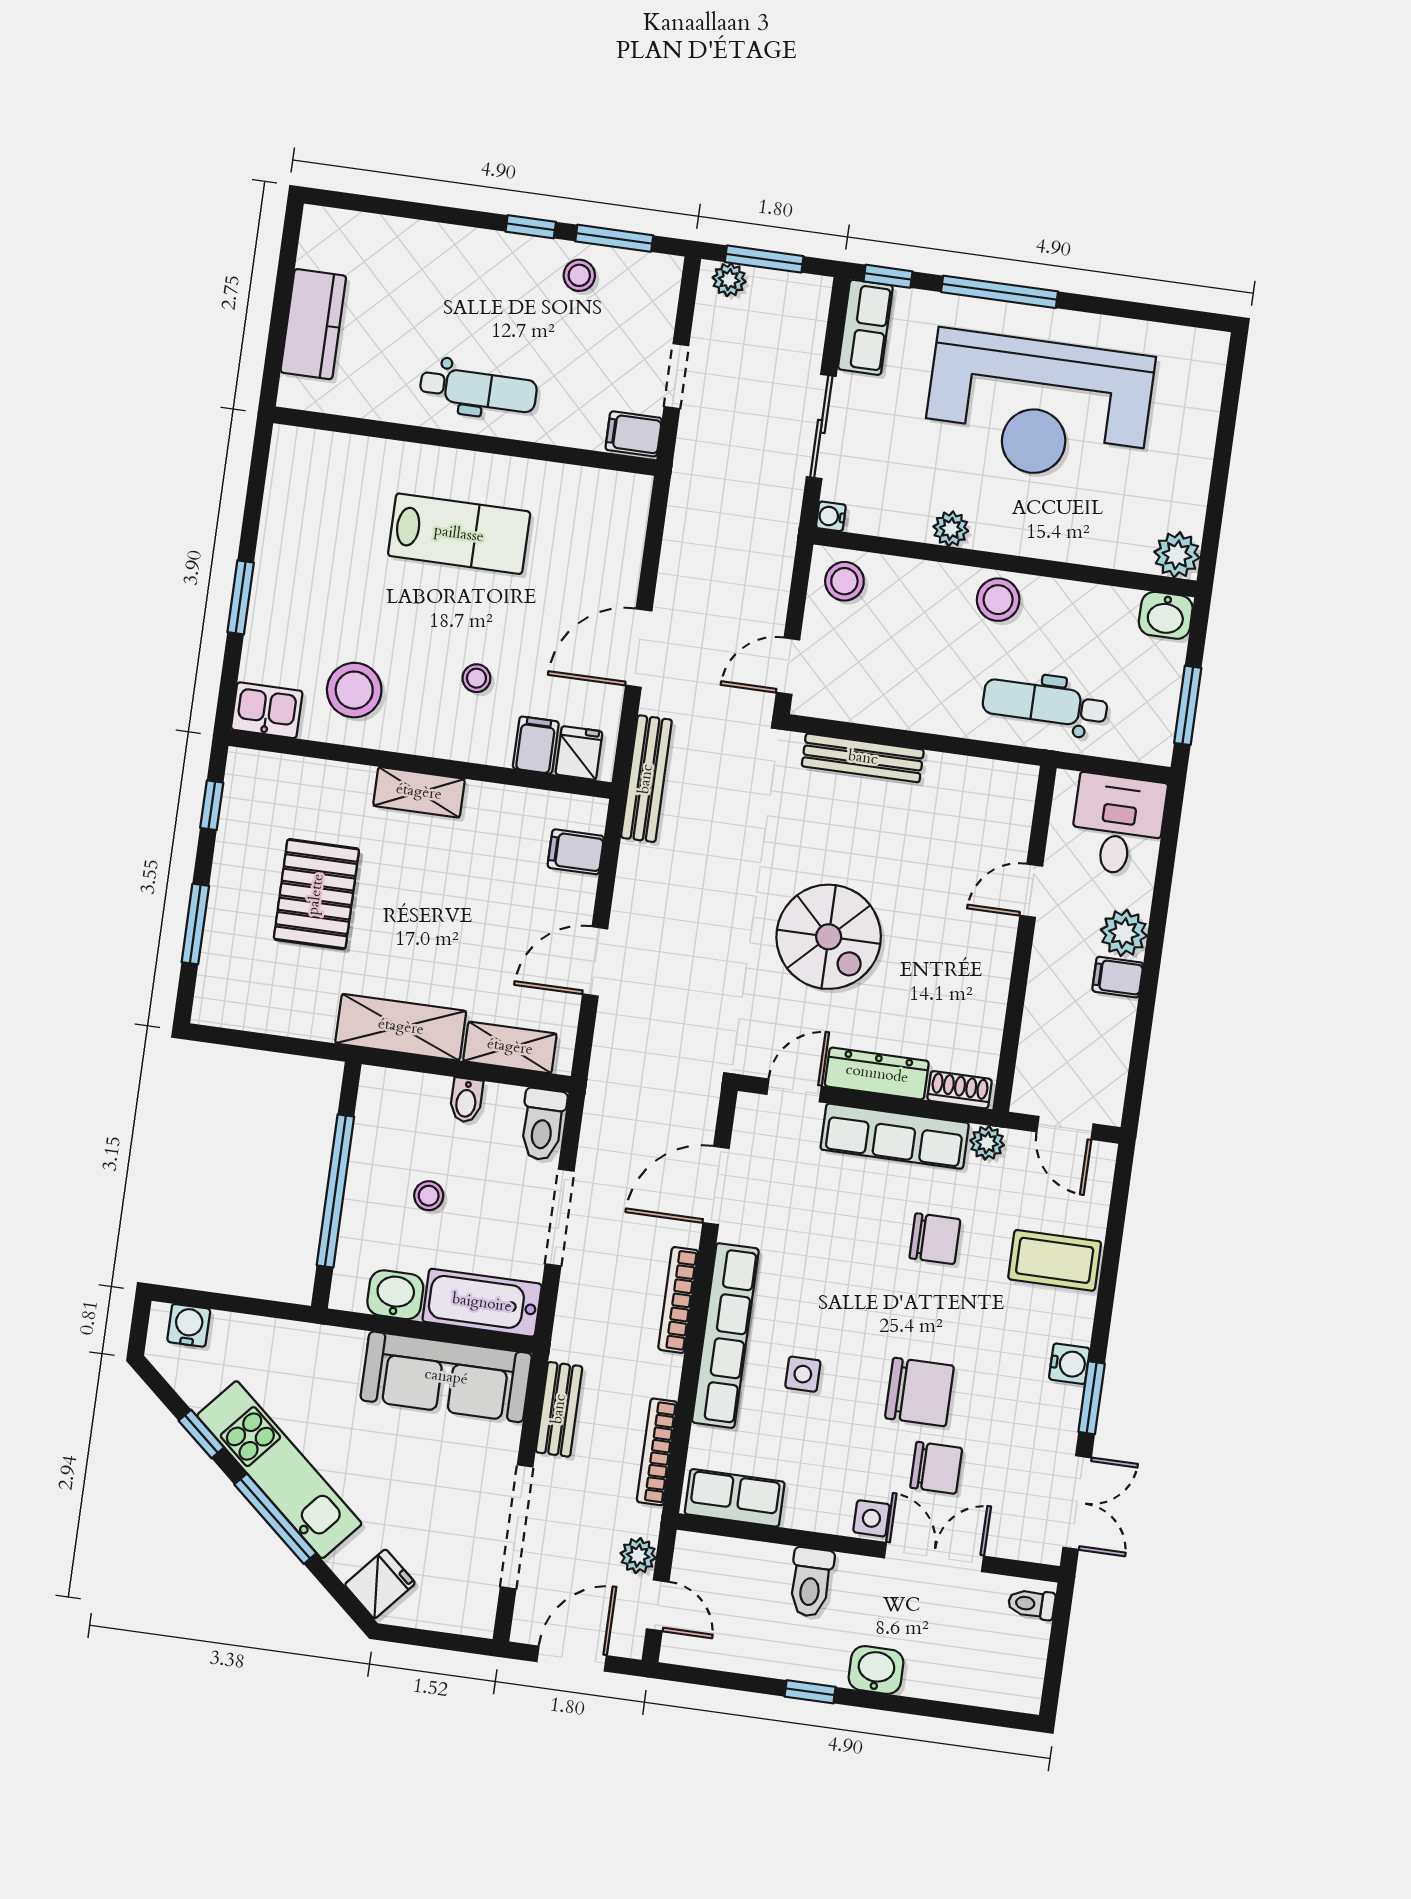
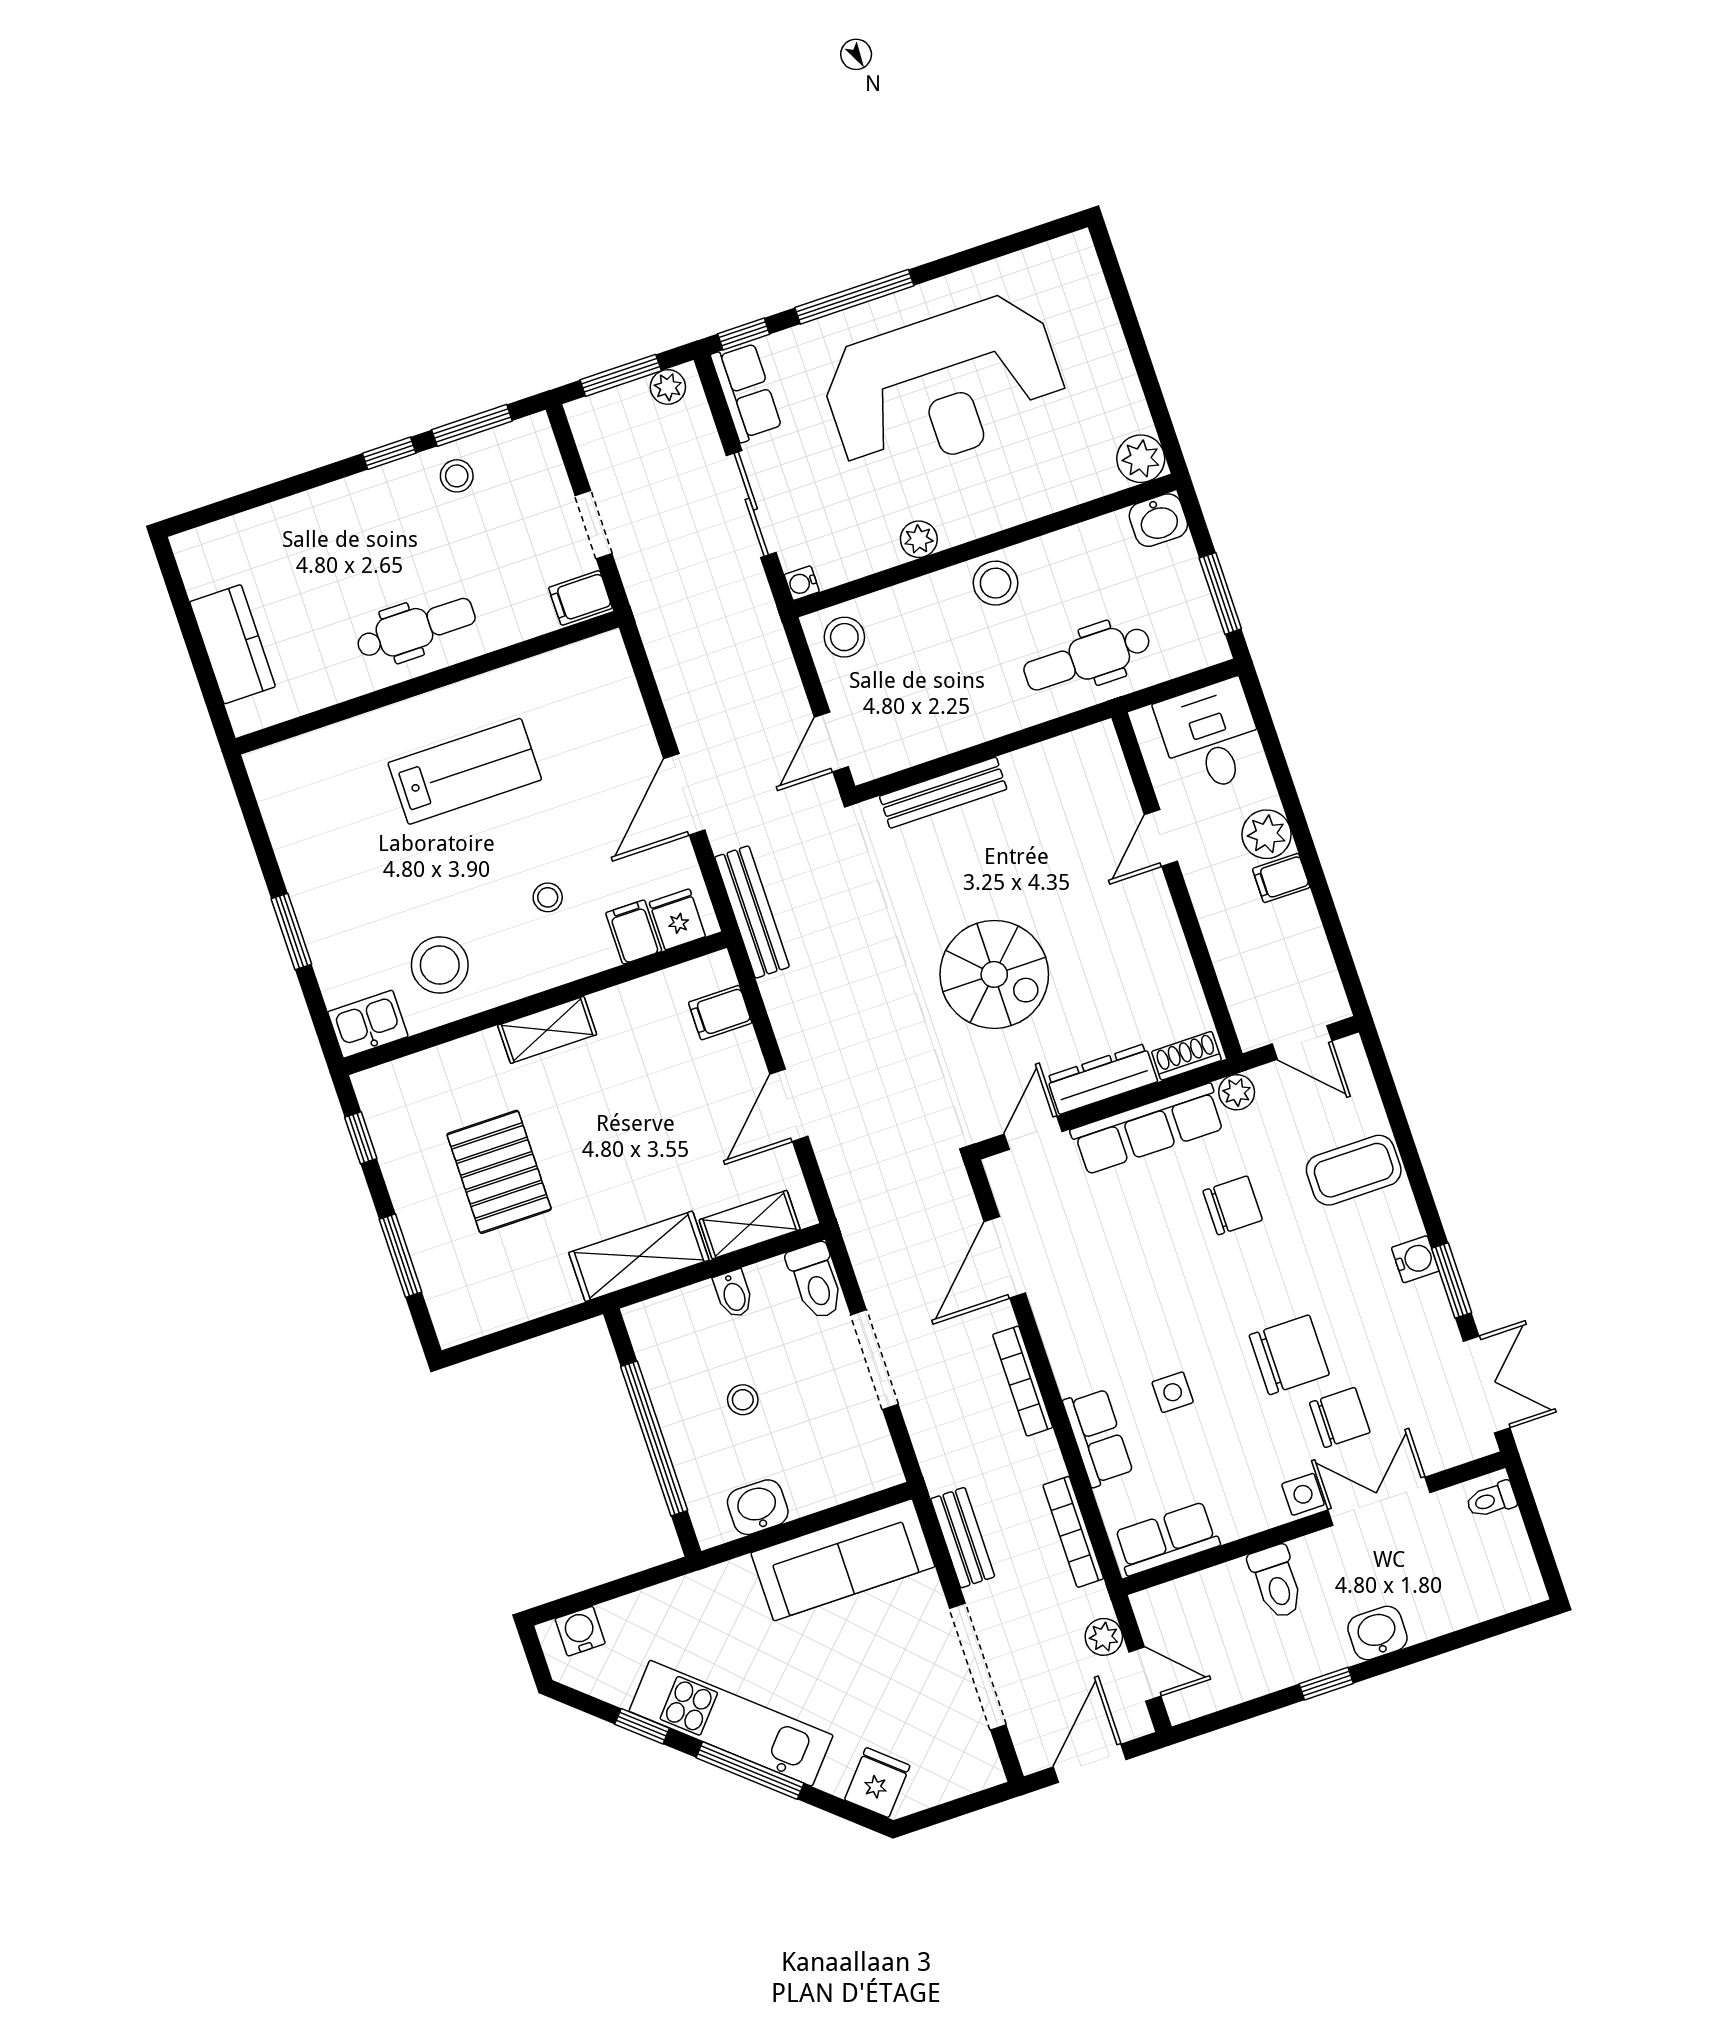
plant: (729, 280) -> (668, 387), moved
bathtub: (482, 1303) -> (842, 1474), removed
row of seats: (725, 1336) -> (1098, 1437), width x0.50

